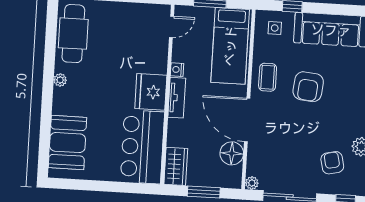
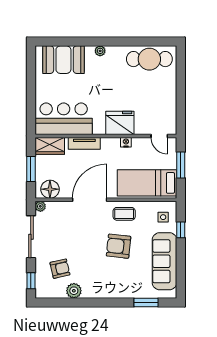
plant: (60, 80) -> (100, 51), moved
fridge: (151, 92) -> (120, 123), moved
tv unit: (177, 98) -> (84, 143), moved
floor lamp: (232, 153) -> (50, 189), moved

